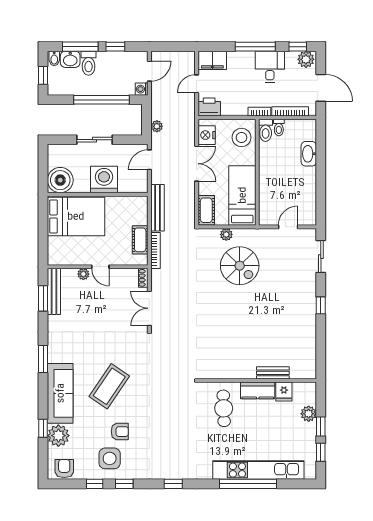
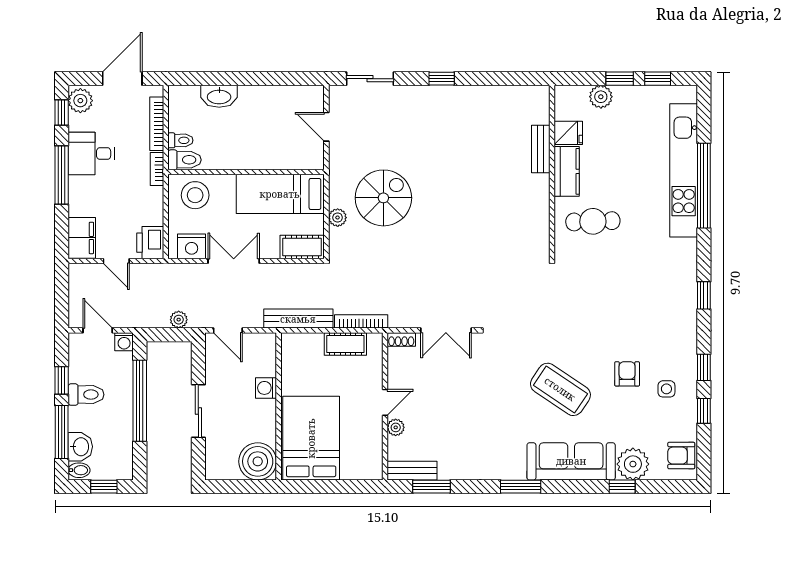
toilet: (89, 63) -> (86, 395), moved
washing machine: (104, 180) -> (266, 388), width x0.53, depth x0.53
bench: (54, 291) -> (412, 471), width x0.73
side table: (110, 458) -> (666, 389), width x0.54, depth x0.54

